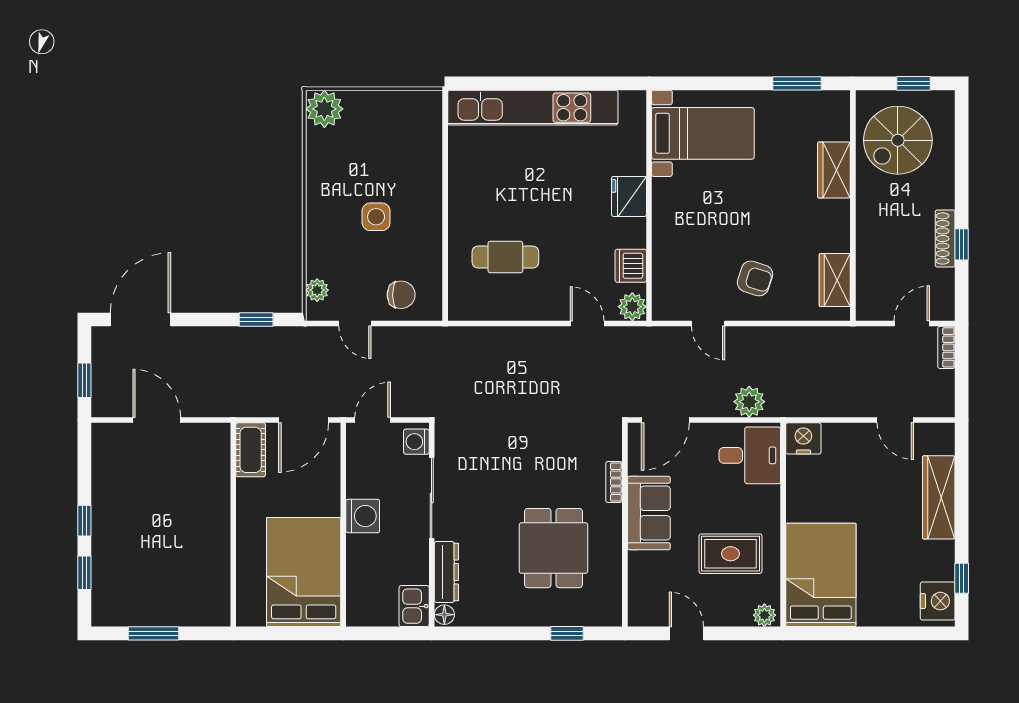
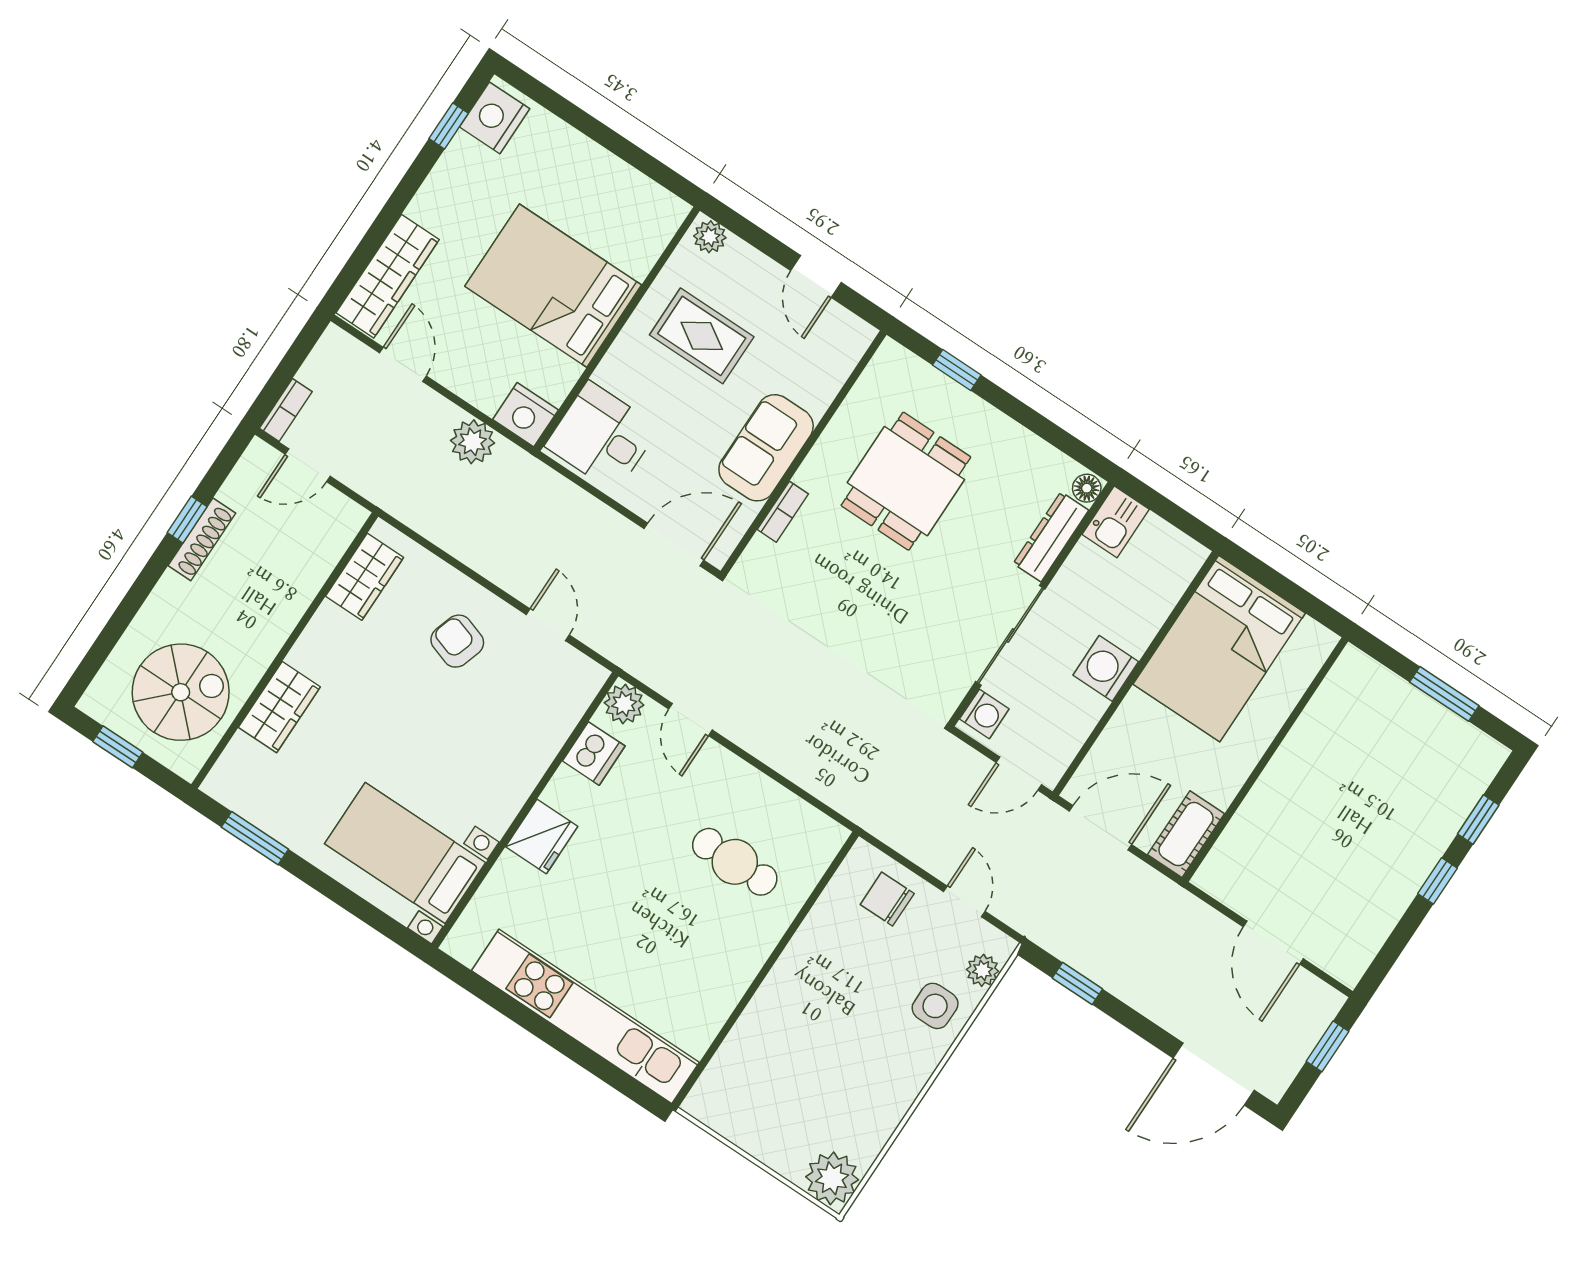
side table: (376, 217) -> (935, 1006), moved
plant: (749, 402) -> (473, 442), moved
wardrobe: (939, 497) -> (388, 276), moved
bed: (821, 575) -> (553, 286), moved, turned 90

